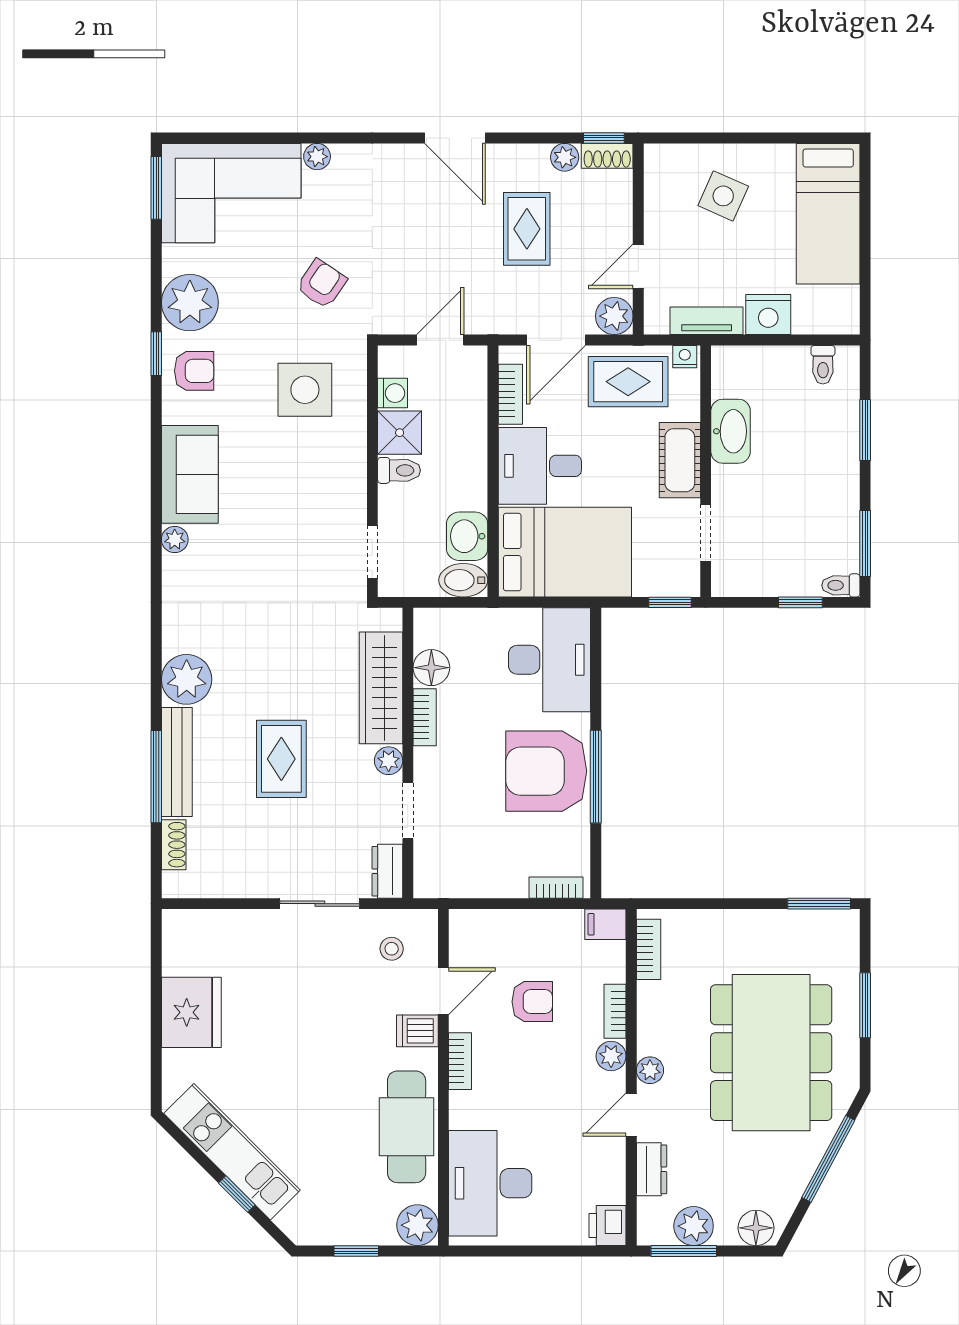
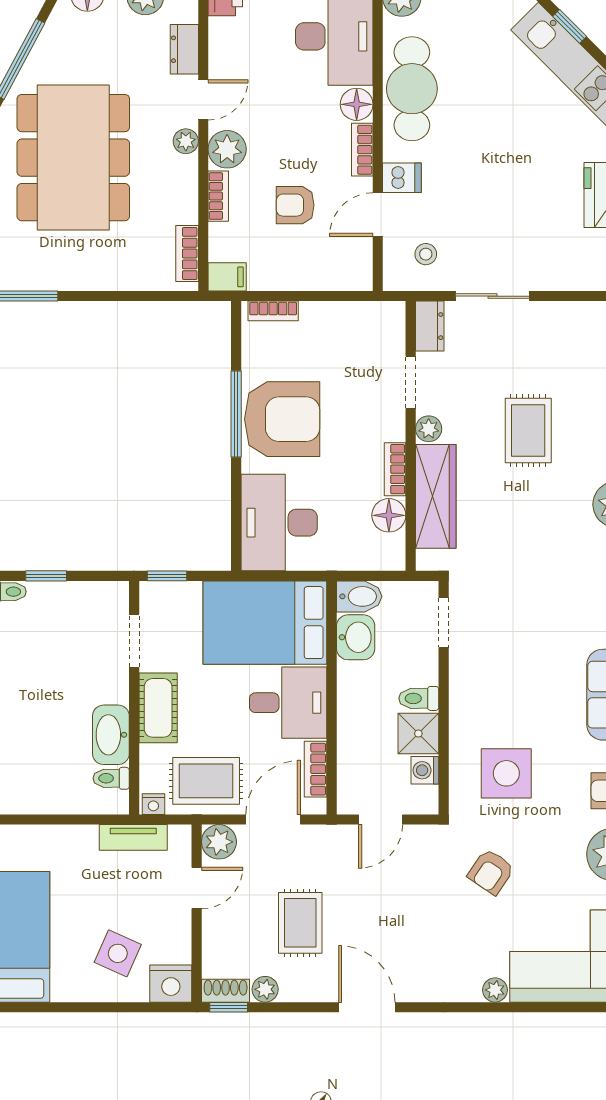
nightstand: (768, 315) -> (171, 984), moved, turned 180
toilet: (823, 365) -> (111, 778), moved, turned -90
plant: (611, 1056) -> (227, 149), width x1.38, depth x1.38
floor lamp: (466, 1110) -> (357, 104), added

